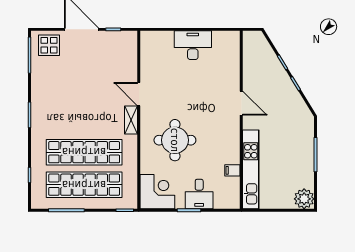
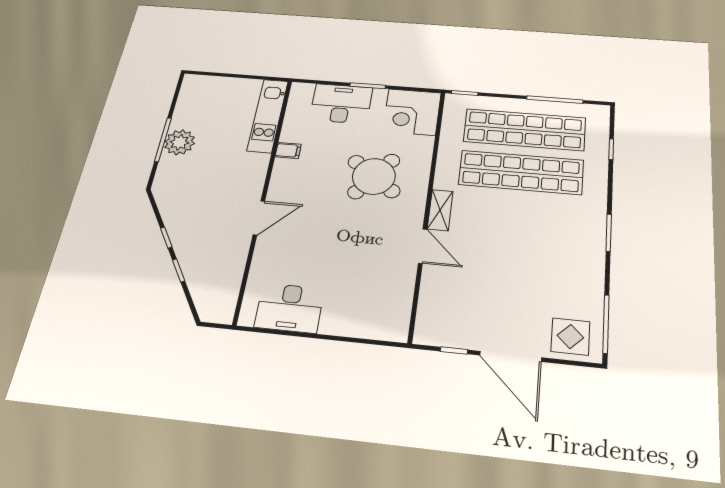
desk: (193, 45) -> (289, 308), moved
door: (241, 103) -> (259, 218), swing flipped
round table: (175, 140) -> (374, 176), turned 37
kitchen unit: (251, 169) -> (268, 116), width x0.73
filing cabinet: (232, 170) -> (288, 150), moved
desk: (199, 194) -> (341, 104), width x1.37
plant: (304, 199) -> (180, 142), moved

